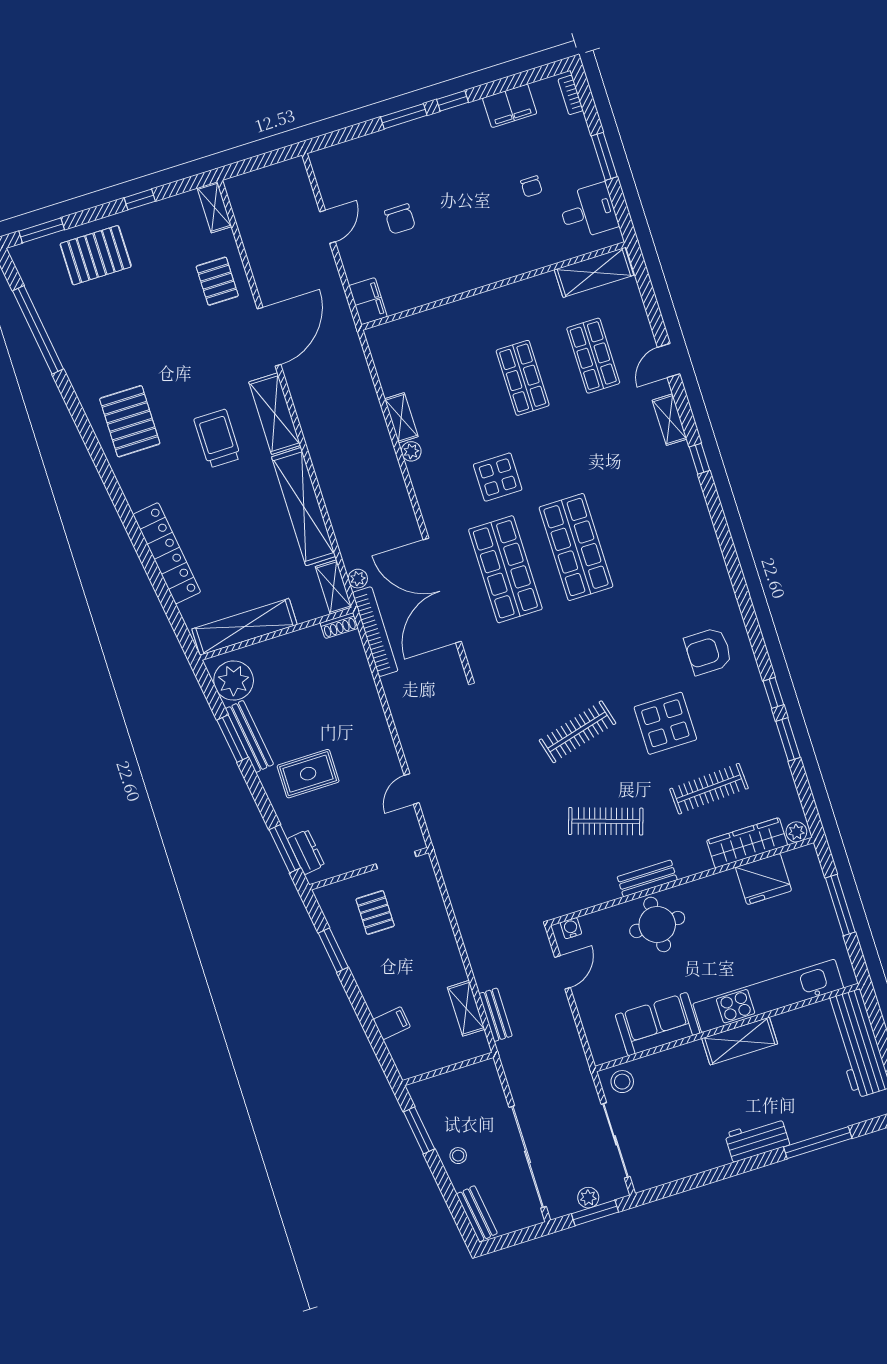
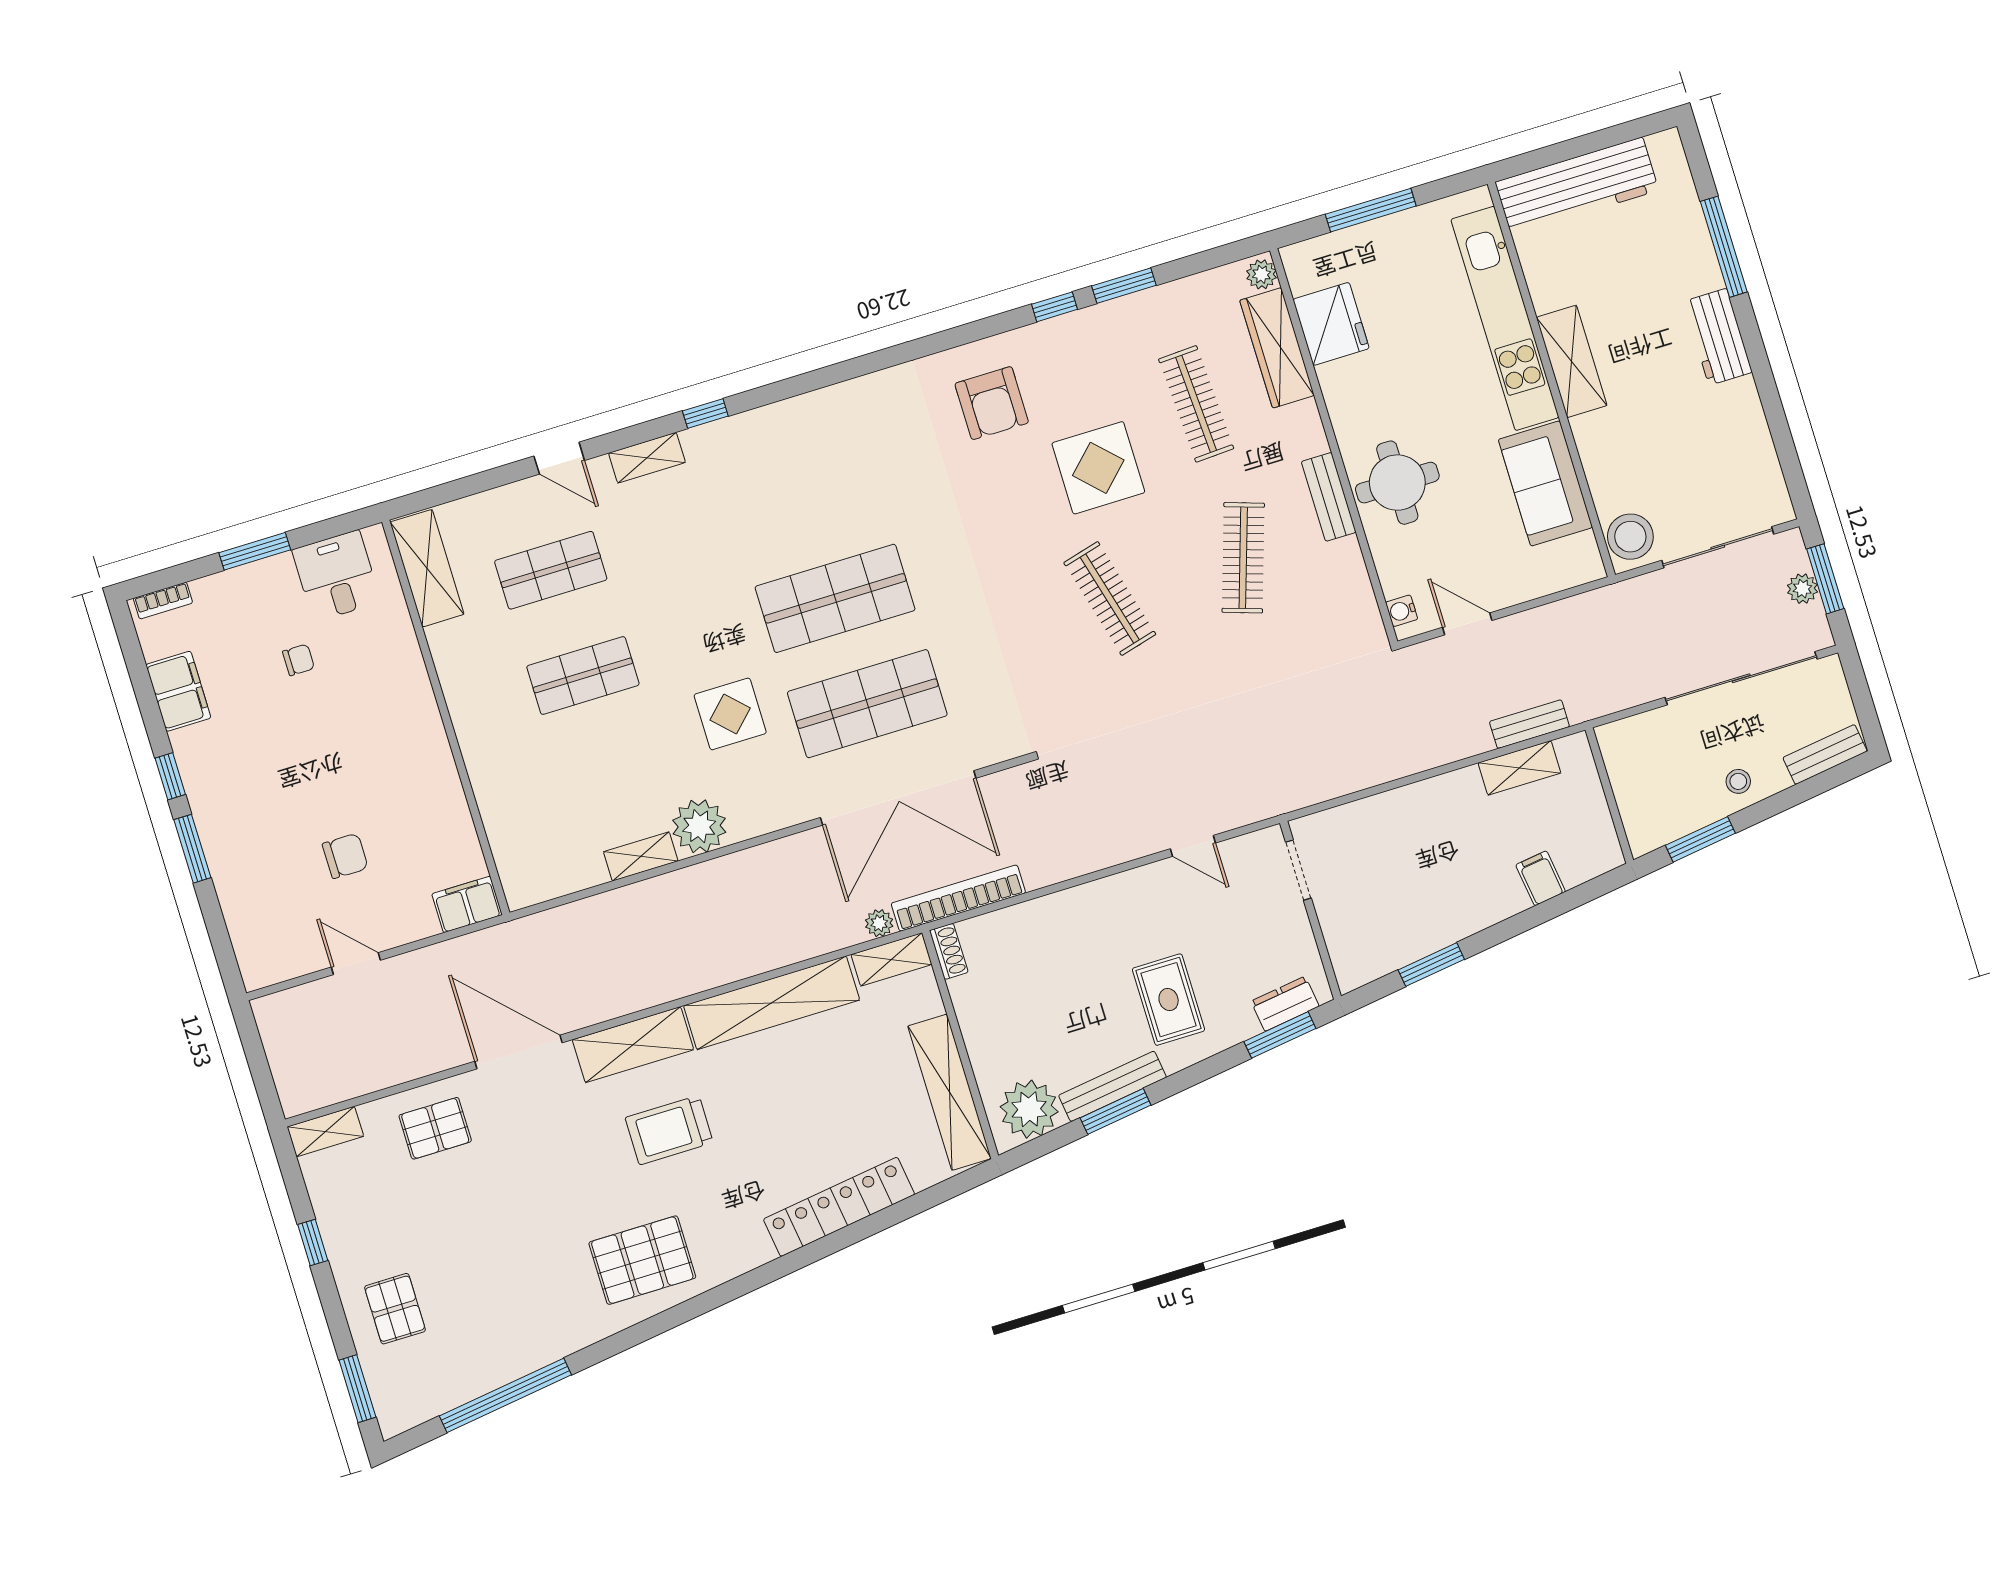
pallet: (96, 255) -> (395, 1309), width x0.67, depth x0.71
plant: (411, 451) -> (699, 826), width x1.87, depth x1.87
pallet: (375, 913) -> (1376, 902), removed
stool: (622, 1082) -> (1630, 537), width x1.38, depth x1.38

